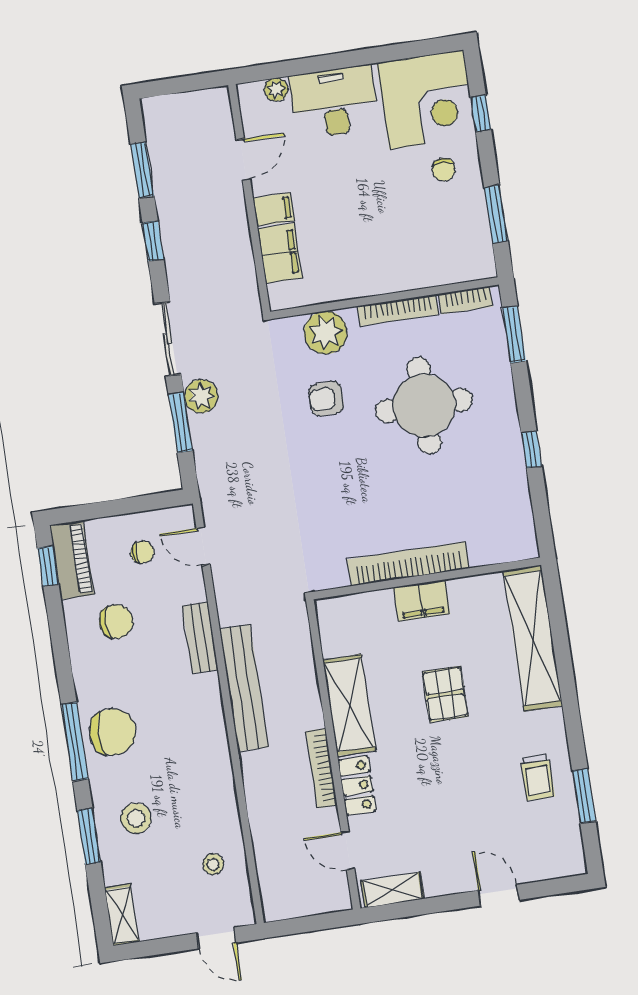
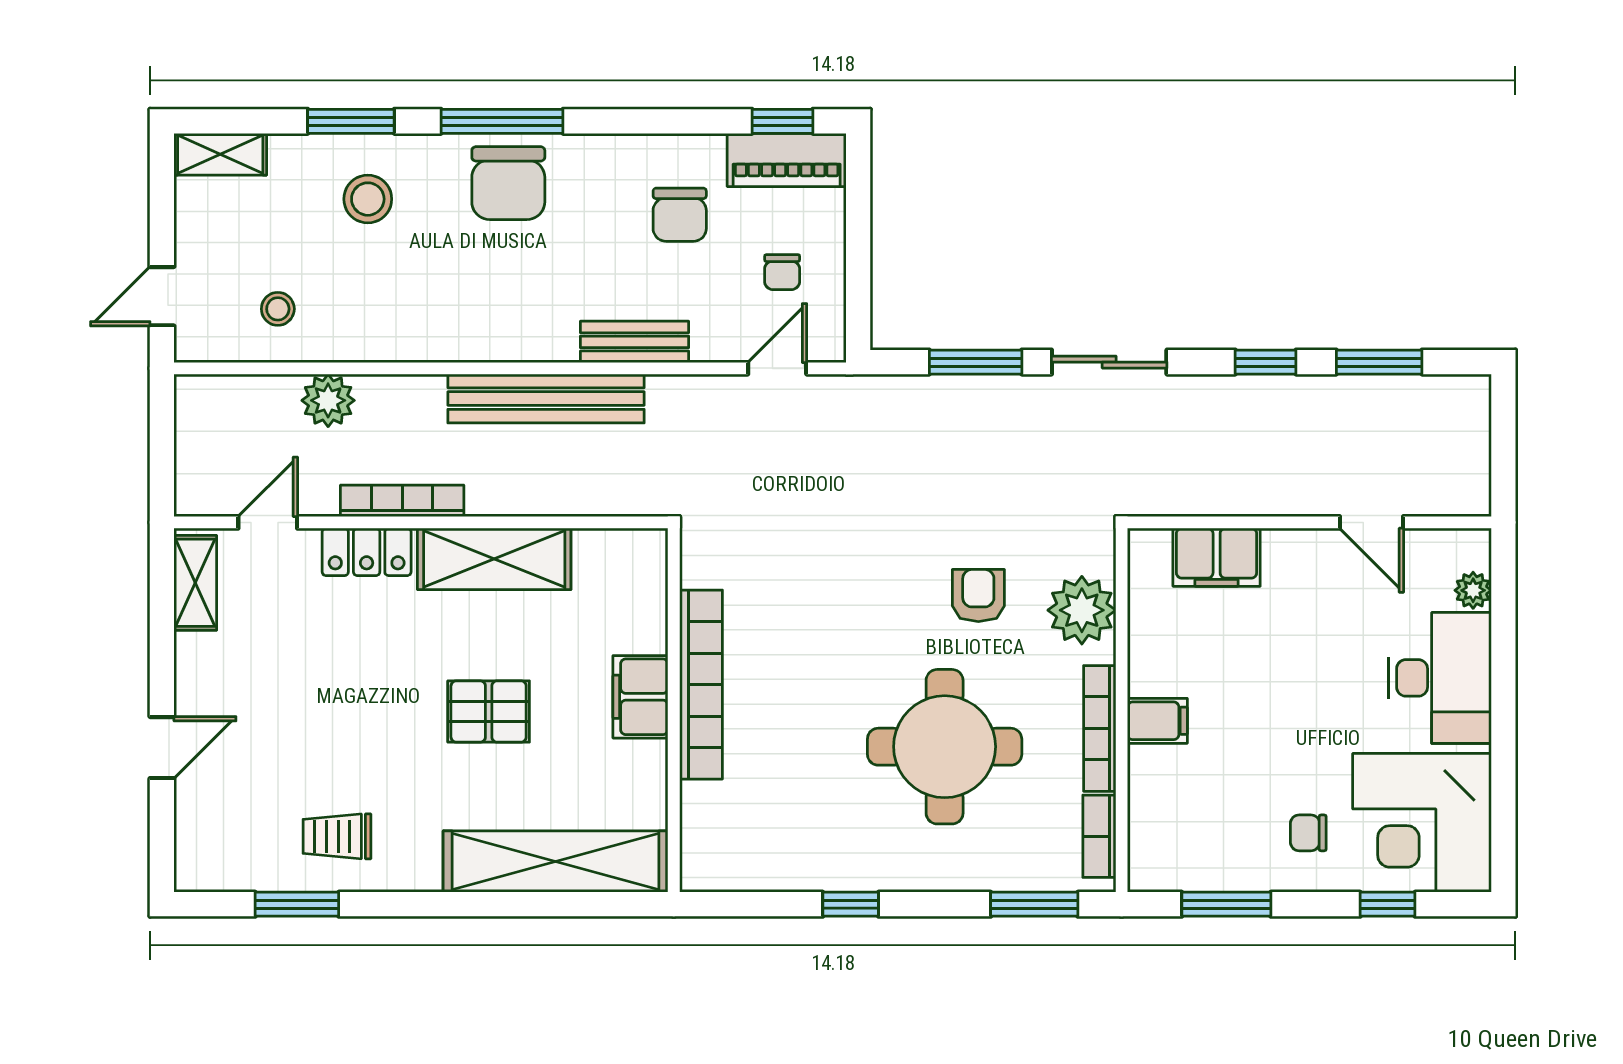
filing cabinet: (274, 209) -> (1157, 721), moved, turned -90
plant: (201, 396) -> (328, 400), moved

